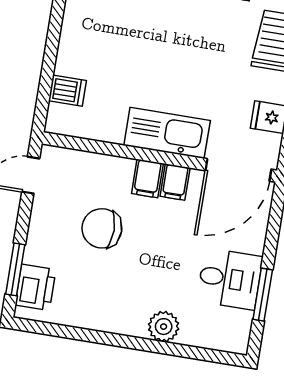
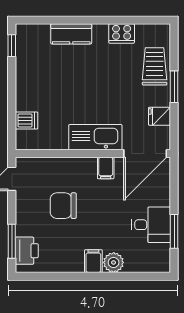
filing cabinet: (147, 178) -> (93, 261), moved, turned 180

